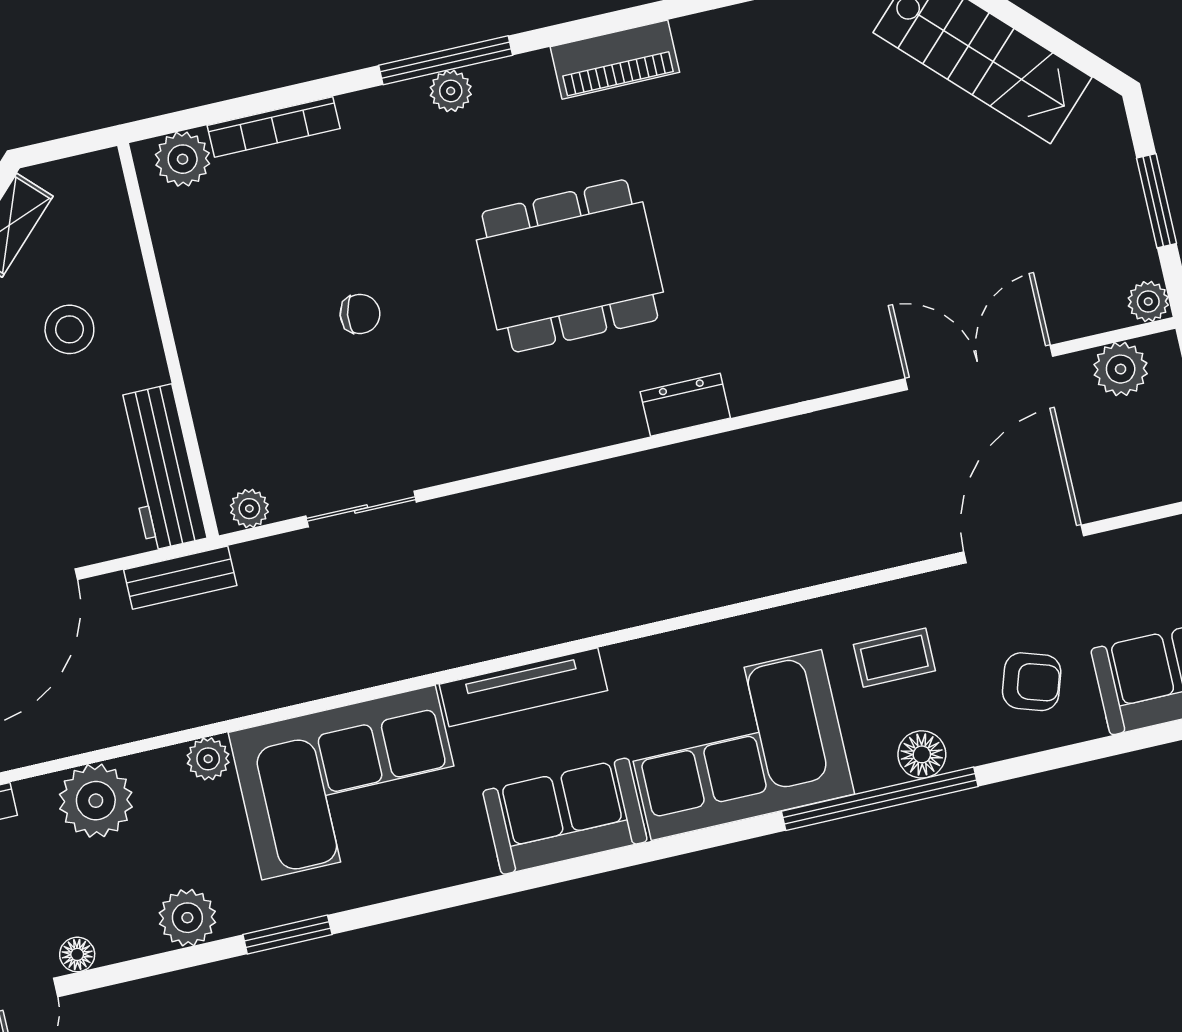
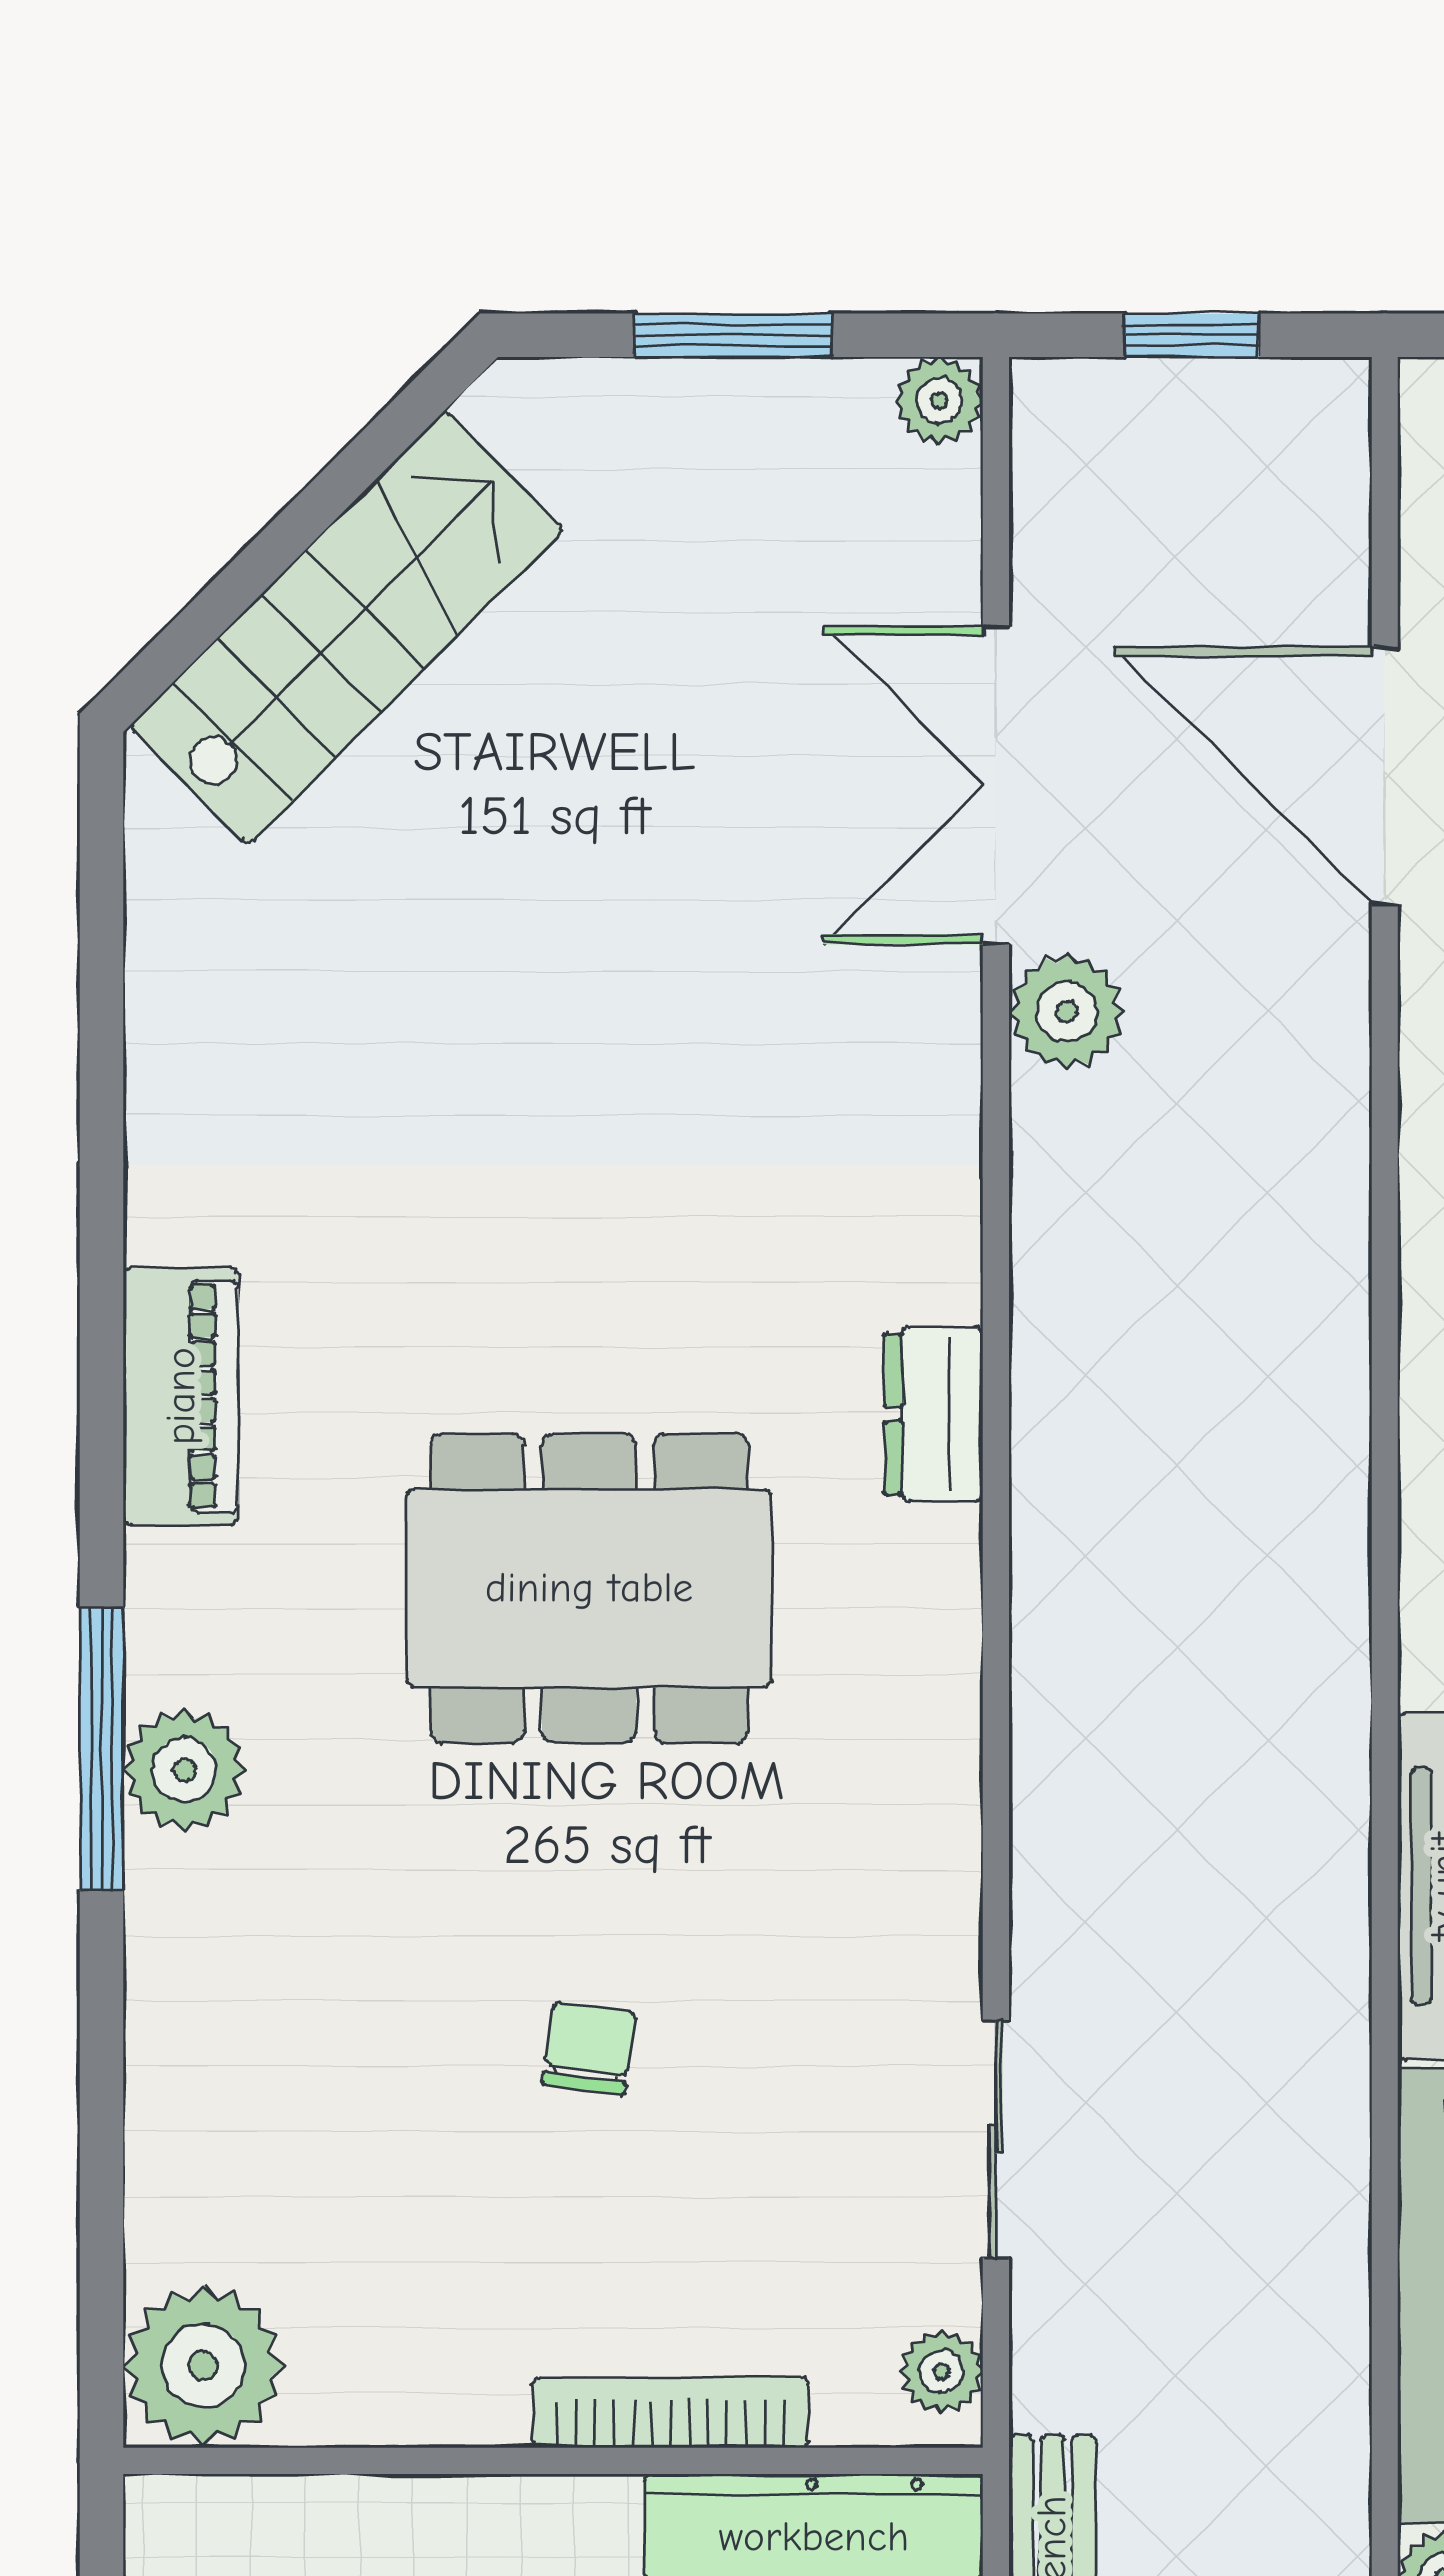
plant: (451, 91) -> (185, 1770), width x1.38, depth x1.38
bookcase: (274, 127) -> (670, 2413), moved, turned -90
plant: (183, 159) -> (203, 2365), width x1.36, depth x1.36
dining table: (570, 266) -> (589, 1588), turned 90
plant: (1121, 369) -> (1067, 1011), moved

